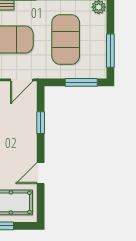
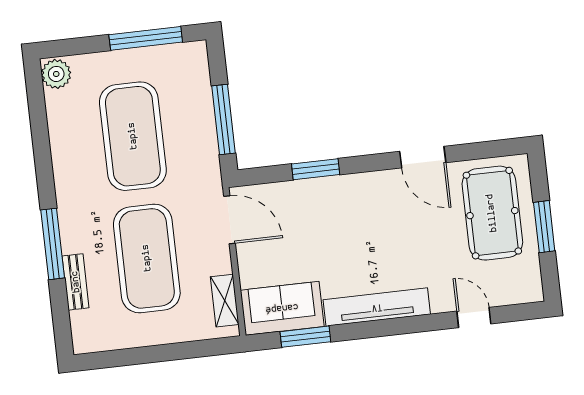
exercise mat: (66, 39) -> (133, 136), turned 90
window: (81, 82) -> (223, 119), moved

